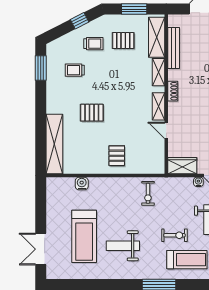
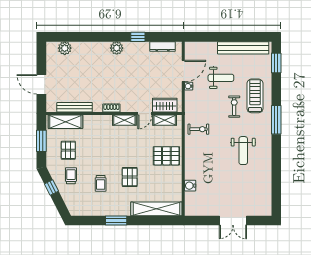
window: (41, 68) -> (116, 221), moved
trolley: (75, 70) -> (101, 183), moved
shelving: (158, 72) -> (165, 120), moved
pallet: (117, 156) -> (166, 156), width x1.50, depth x1.42
wardrobe: (182, 166) -> (165, 105), moved, turned 90
treadmill: (84, 236) -> (235, 184), removed
double door: (41, 249) -> (233, 221), moved

